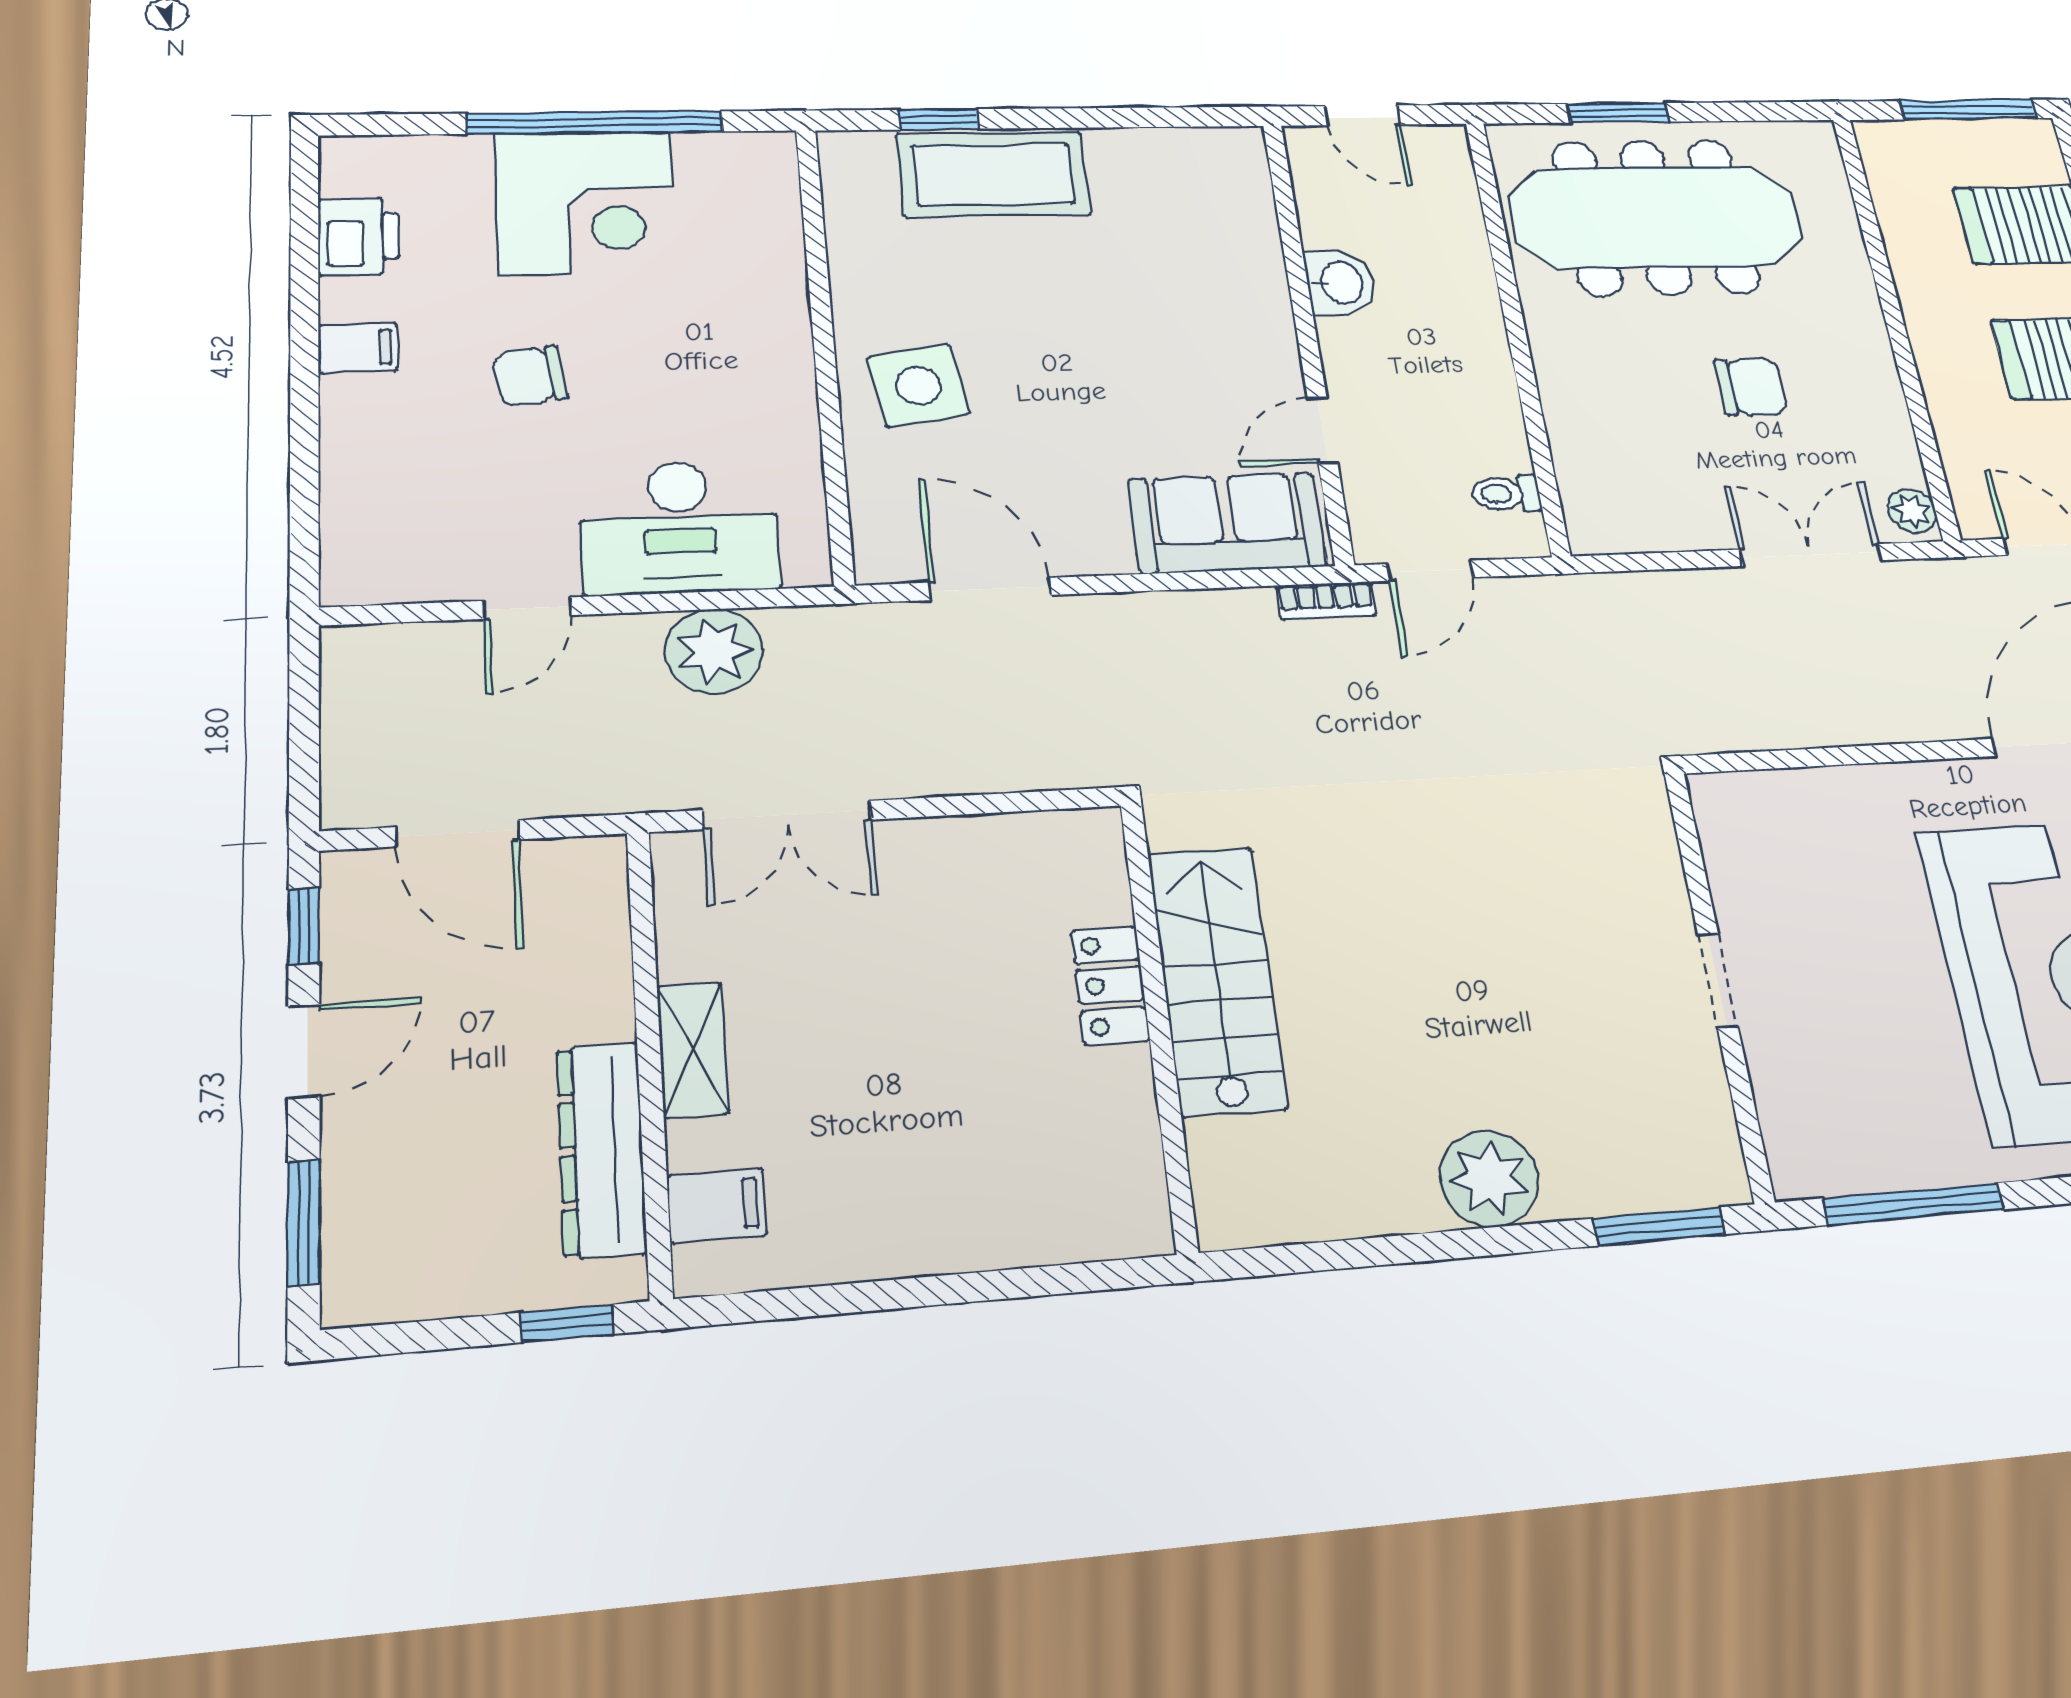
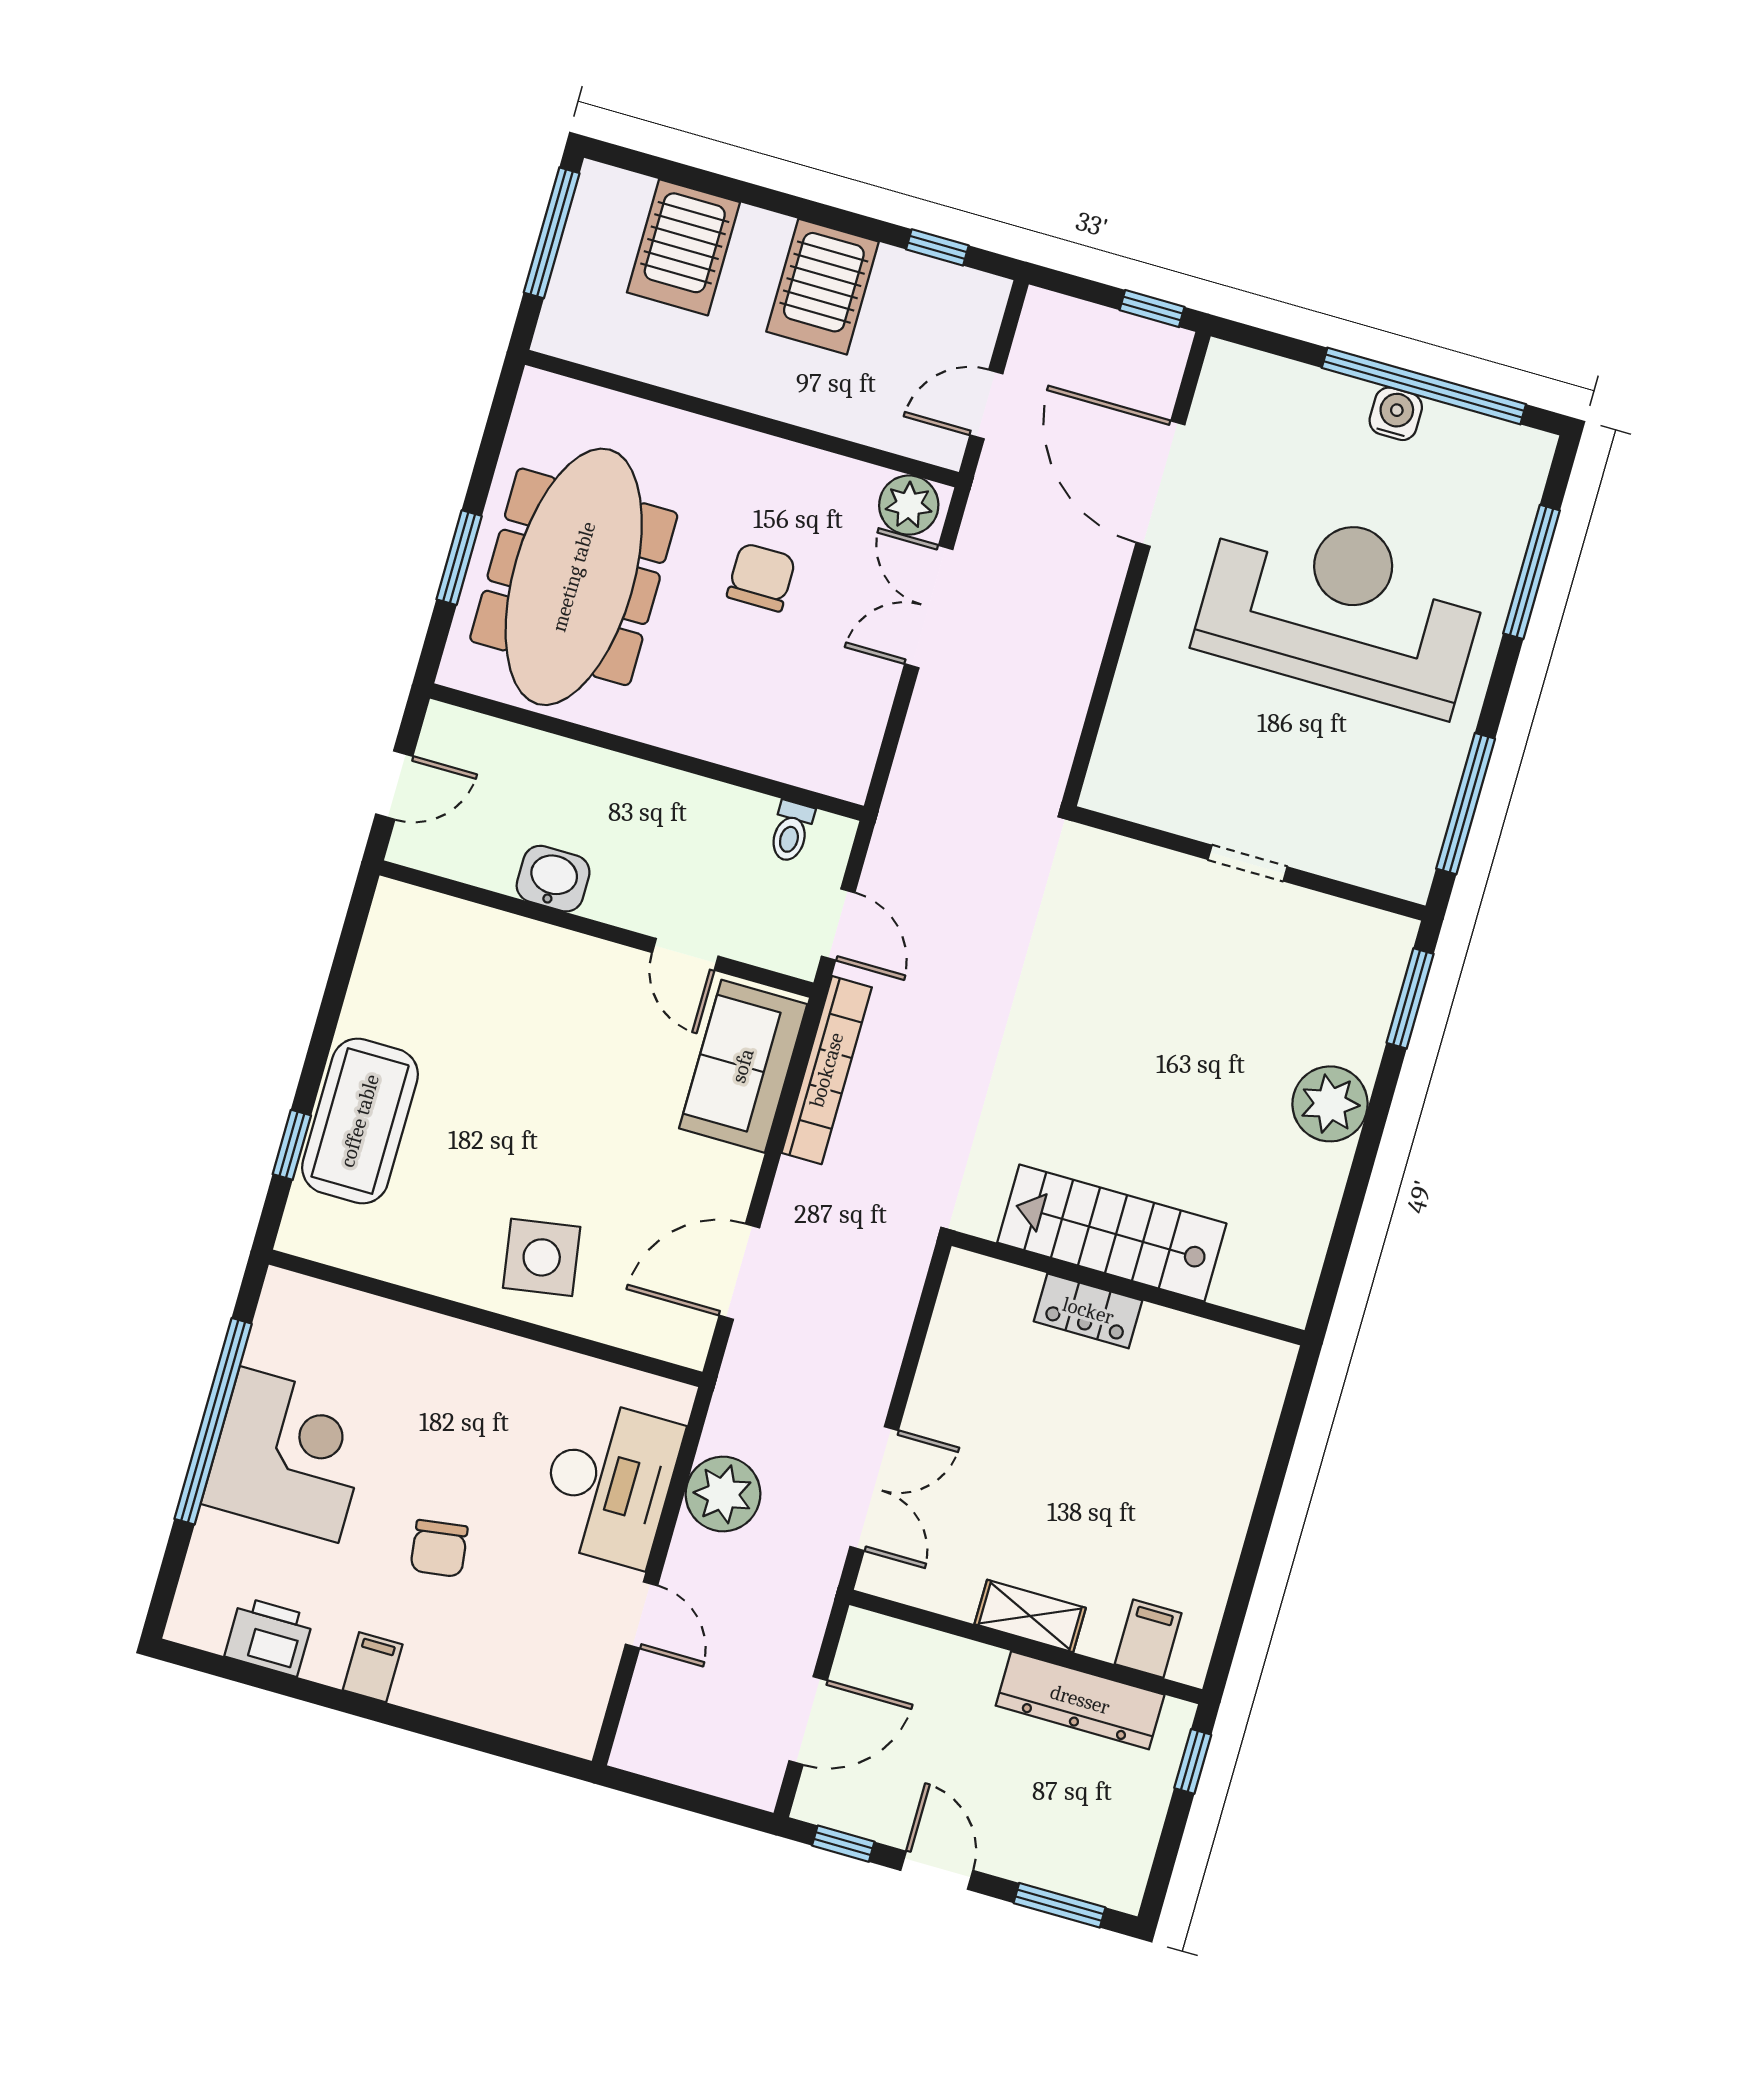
plant: (1912, 511) -> (909, 505), width x1.38, depth x1.38
bookcase: (1326, 601) -> (827, 1070), width x2.31, depth x1.31

